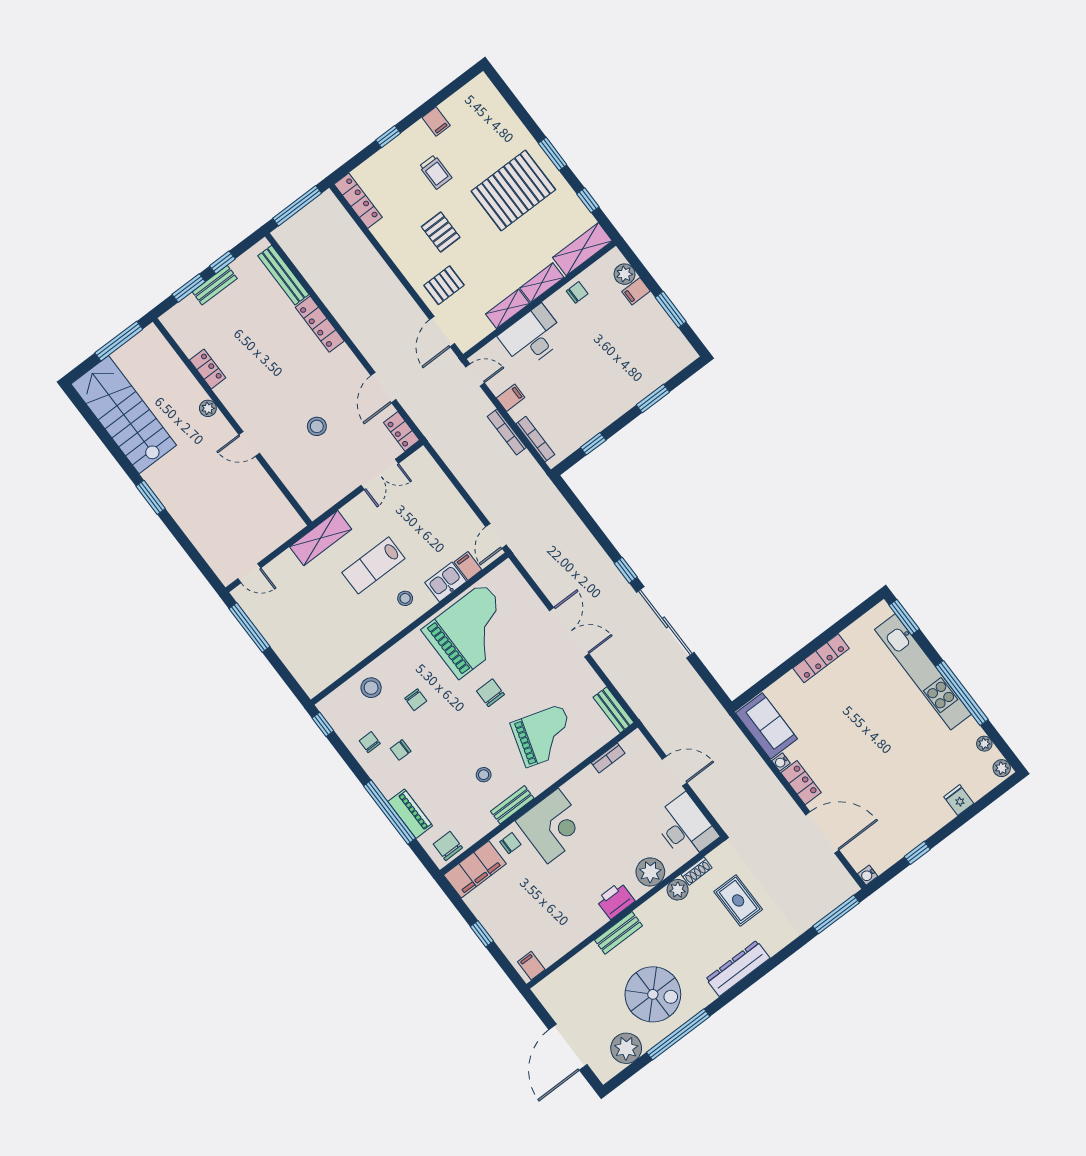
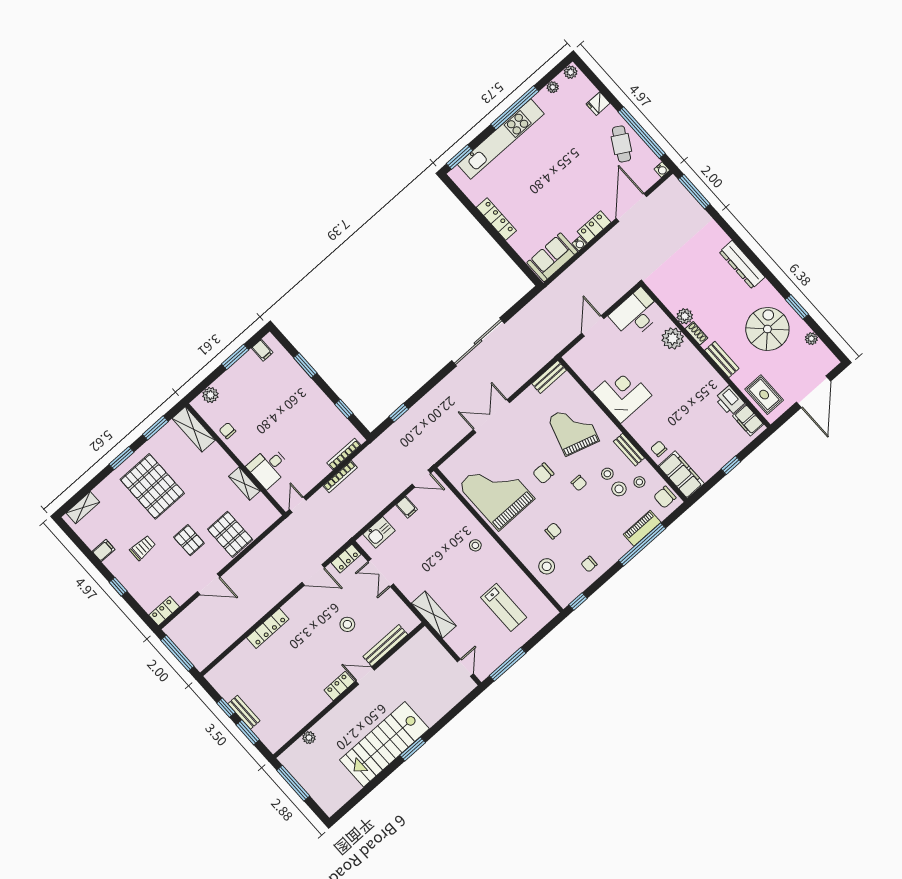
window: (588, 200) -> (155, 428), width x1.50
locker: (358, 201) -> (164, 611), width x0.66
pallet: (441, 232) -> (189, 540), turned 90
bench: (283, 275) -> (385, 645), moved
shelving: (542, 283) -> (83, 508), moved, turned 90
pallet: (444, 285) -> (230, 534), width x1.50, depth x1.42
filing cabinet: (636, 291) -> (262, 350), moved
door: (442, 332) -> (209, 584), moved
desk: (532, 337) -> (269, 467), width x0.73
locker: (208, 369) -> (339, 686), moved
filing cabinet: (511, 398) -> (313, 476), removed
plant: (208, 408) -> (309, 738), moved
stairs: (124, 415) -> (384, 744), moved
door: (249, 444) -> (365, 676), swing flipped
double door: (380, 474) -> (381, 573), swing flipped
lab bench: (373, 565) -> (504, 607), moved
filing cabinet: (468, 566) -> (407, 507), moved, turned -90
window: (626, 570) -> (399, 413), moved
kitchen sink: (446, 582) -> (379, 532), moved, turned -90
chair: (401, 750) -> (579, 483), moved
bookcase: (608, 758) -> (587, 378), removed
stool: (463, 788) -> (619, 489), added
stool: (470, 815) -> (639, 482), added
corner desk: (553, 826) -> (622, 394), moved
cafe table: (905, 826) -> (621, 144), added
window: (917, 853) -> (642, 133), width x3.17
shoe rack: (697, 871) -> (696, 333), moved
printer: (615, 900) -> (730, 401), moved
rug: (738, 900) -> (764, 395), moved, turned 90
filing cabinet: (531, 966) -> (748, 420), width x2.00
window: (678, 1034) -> (797, 307), width x0.47
door: (568, 1047) -> (813, 392), hinge flipped
plant: (626, 1048) -> (811, 339), width x0.53, depth x0.53

